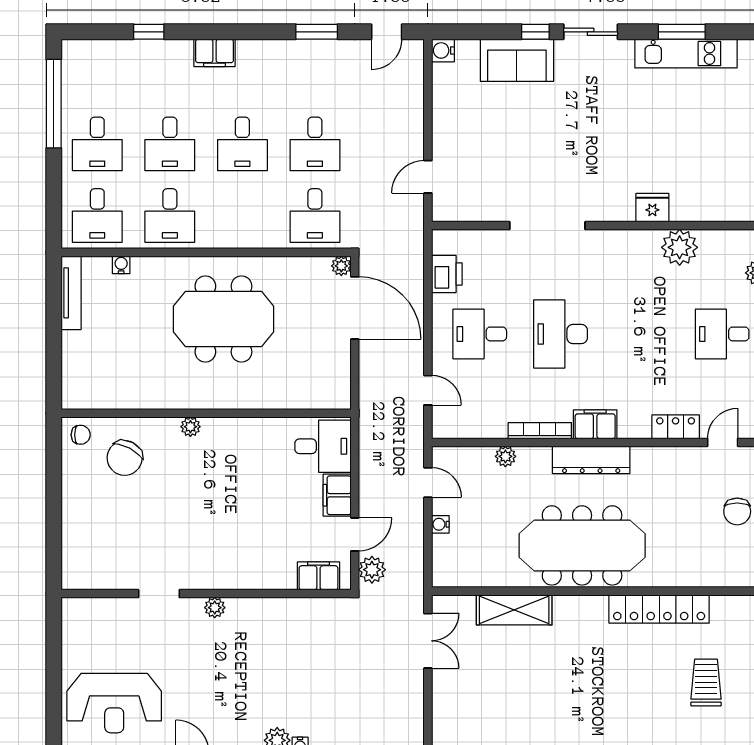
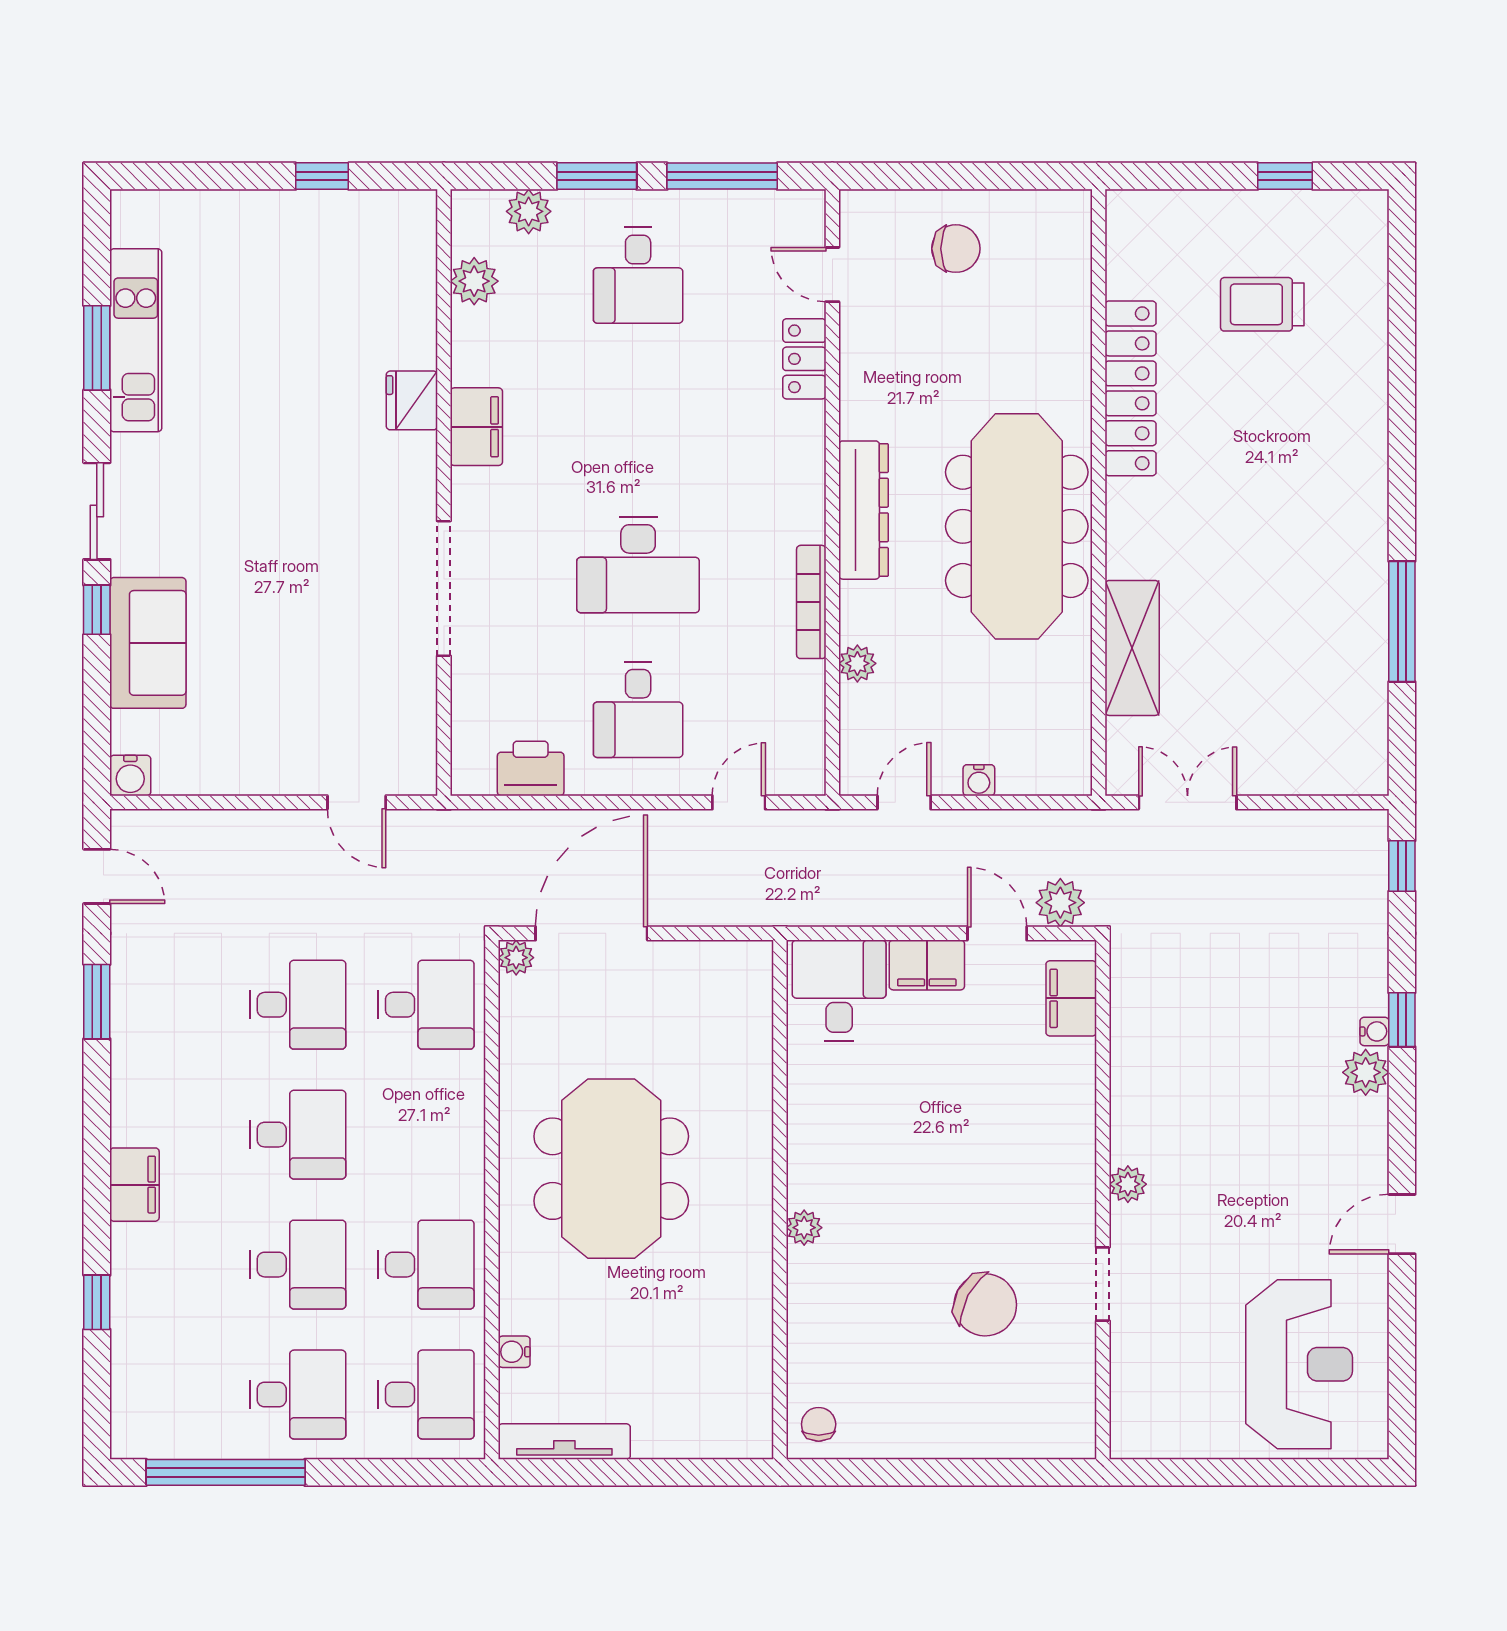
plant: (680, 247) -> (474, 281), moved, width x0.73, depth x0.73
filing cabinet: (595, 424) -> (476, 427), moved, turned 180
chair: (125, 458) -> (985, 1305), moved

